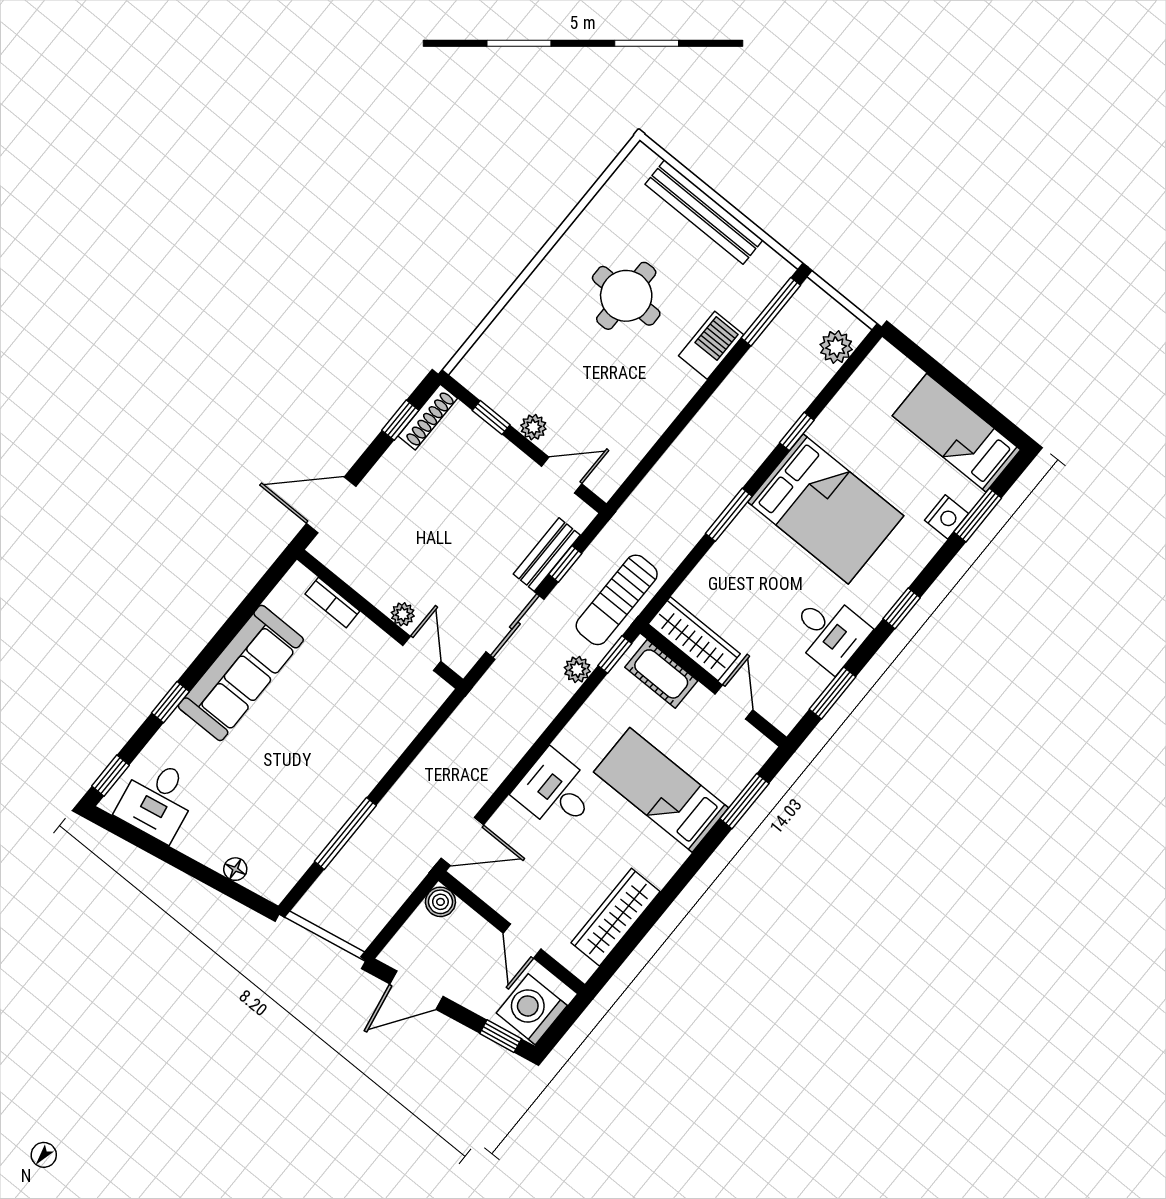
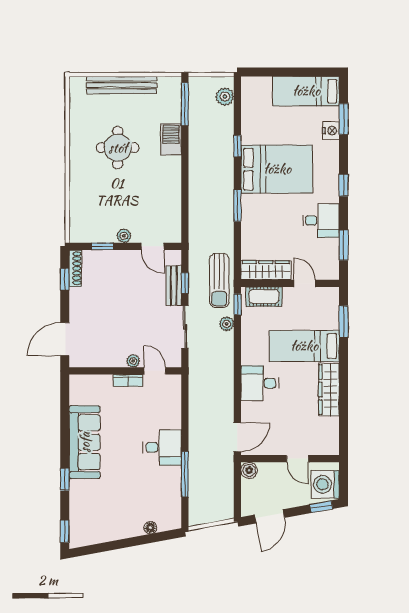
door: (562, 475) -> (152, 246), swing flipped
bookcase: (332, 602) -> (128, 380), moved
desk: (157, 800) -> (162, 447), moved, turned -79
wardrobe: (616, 917) -> (329, 390), moved

